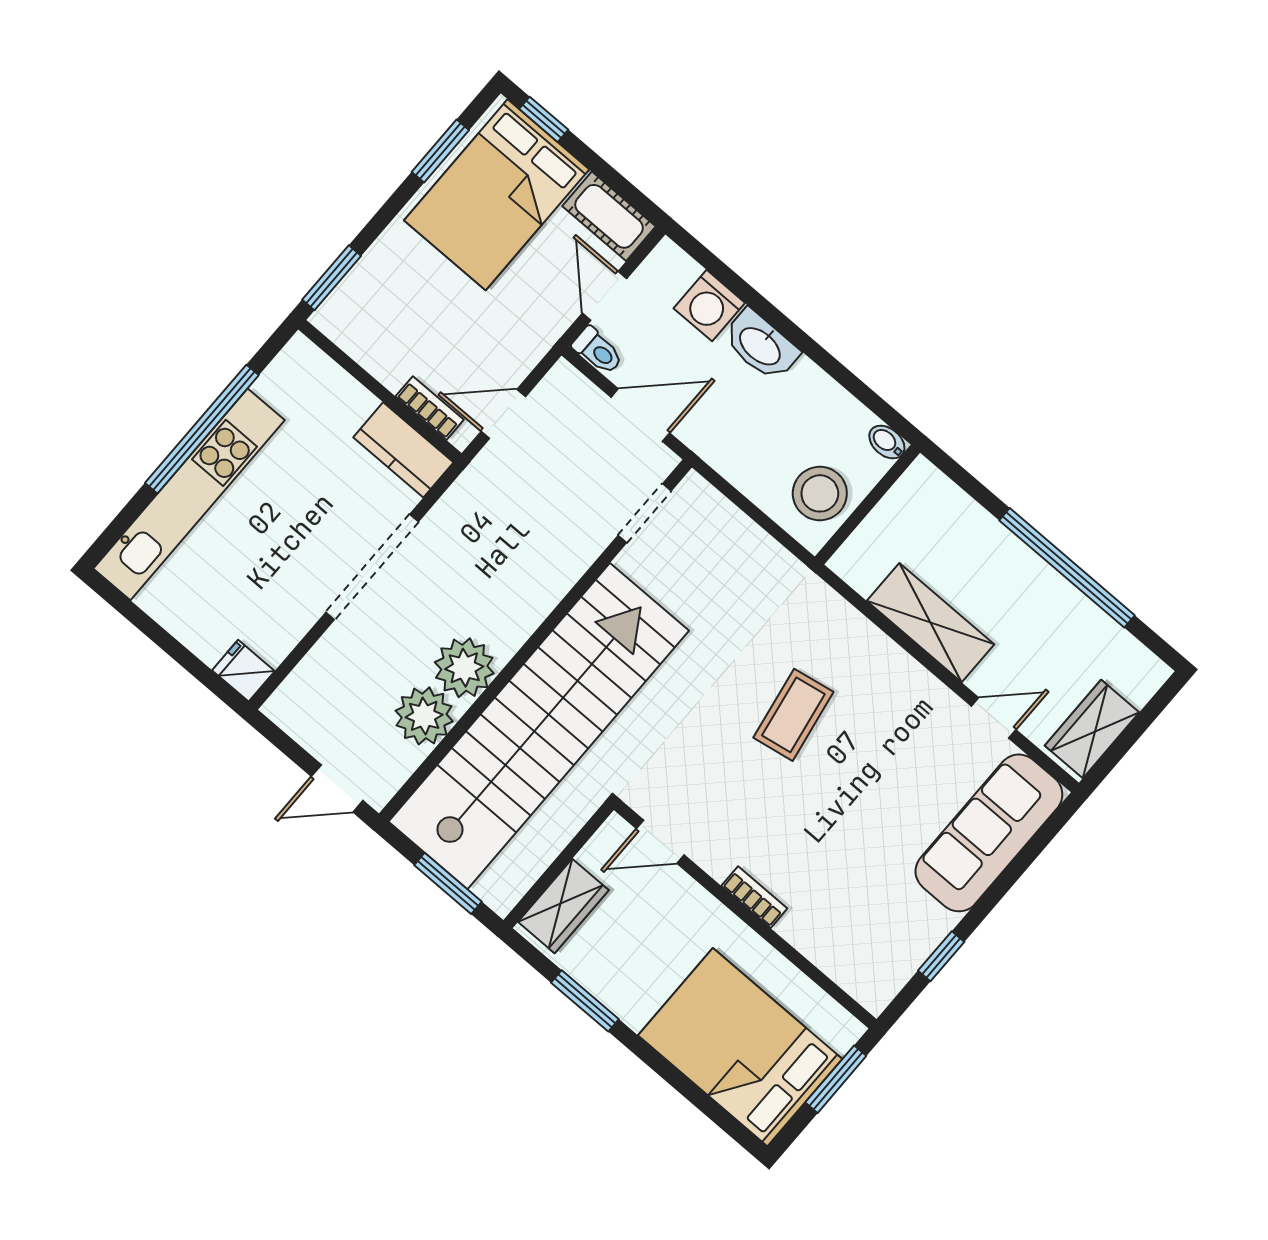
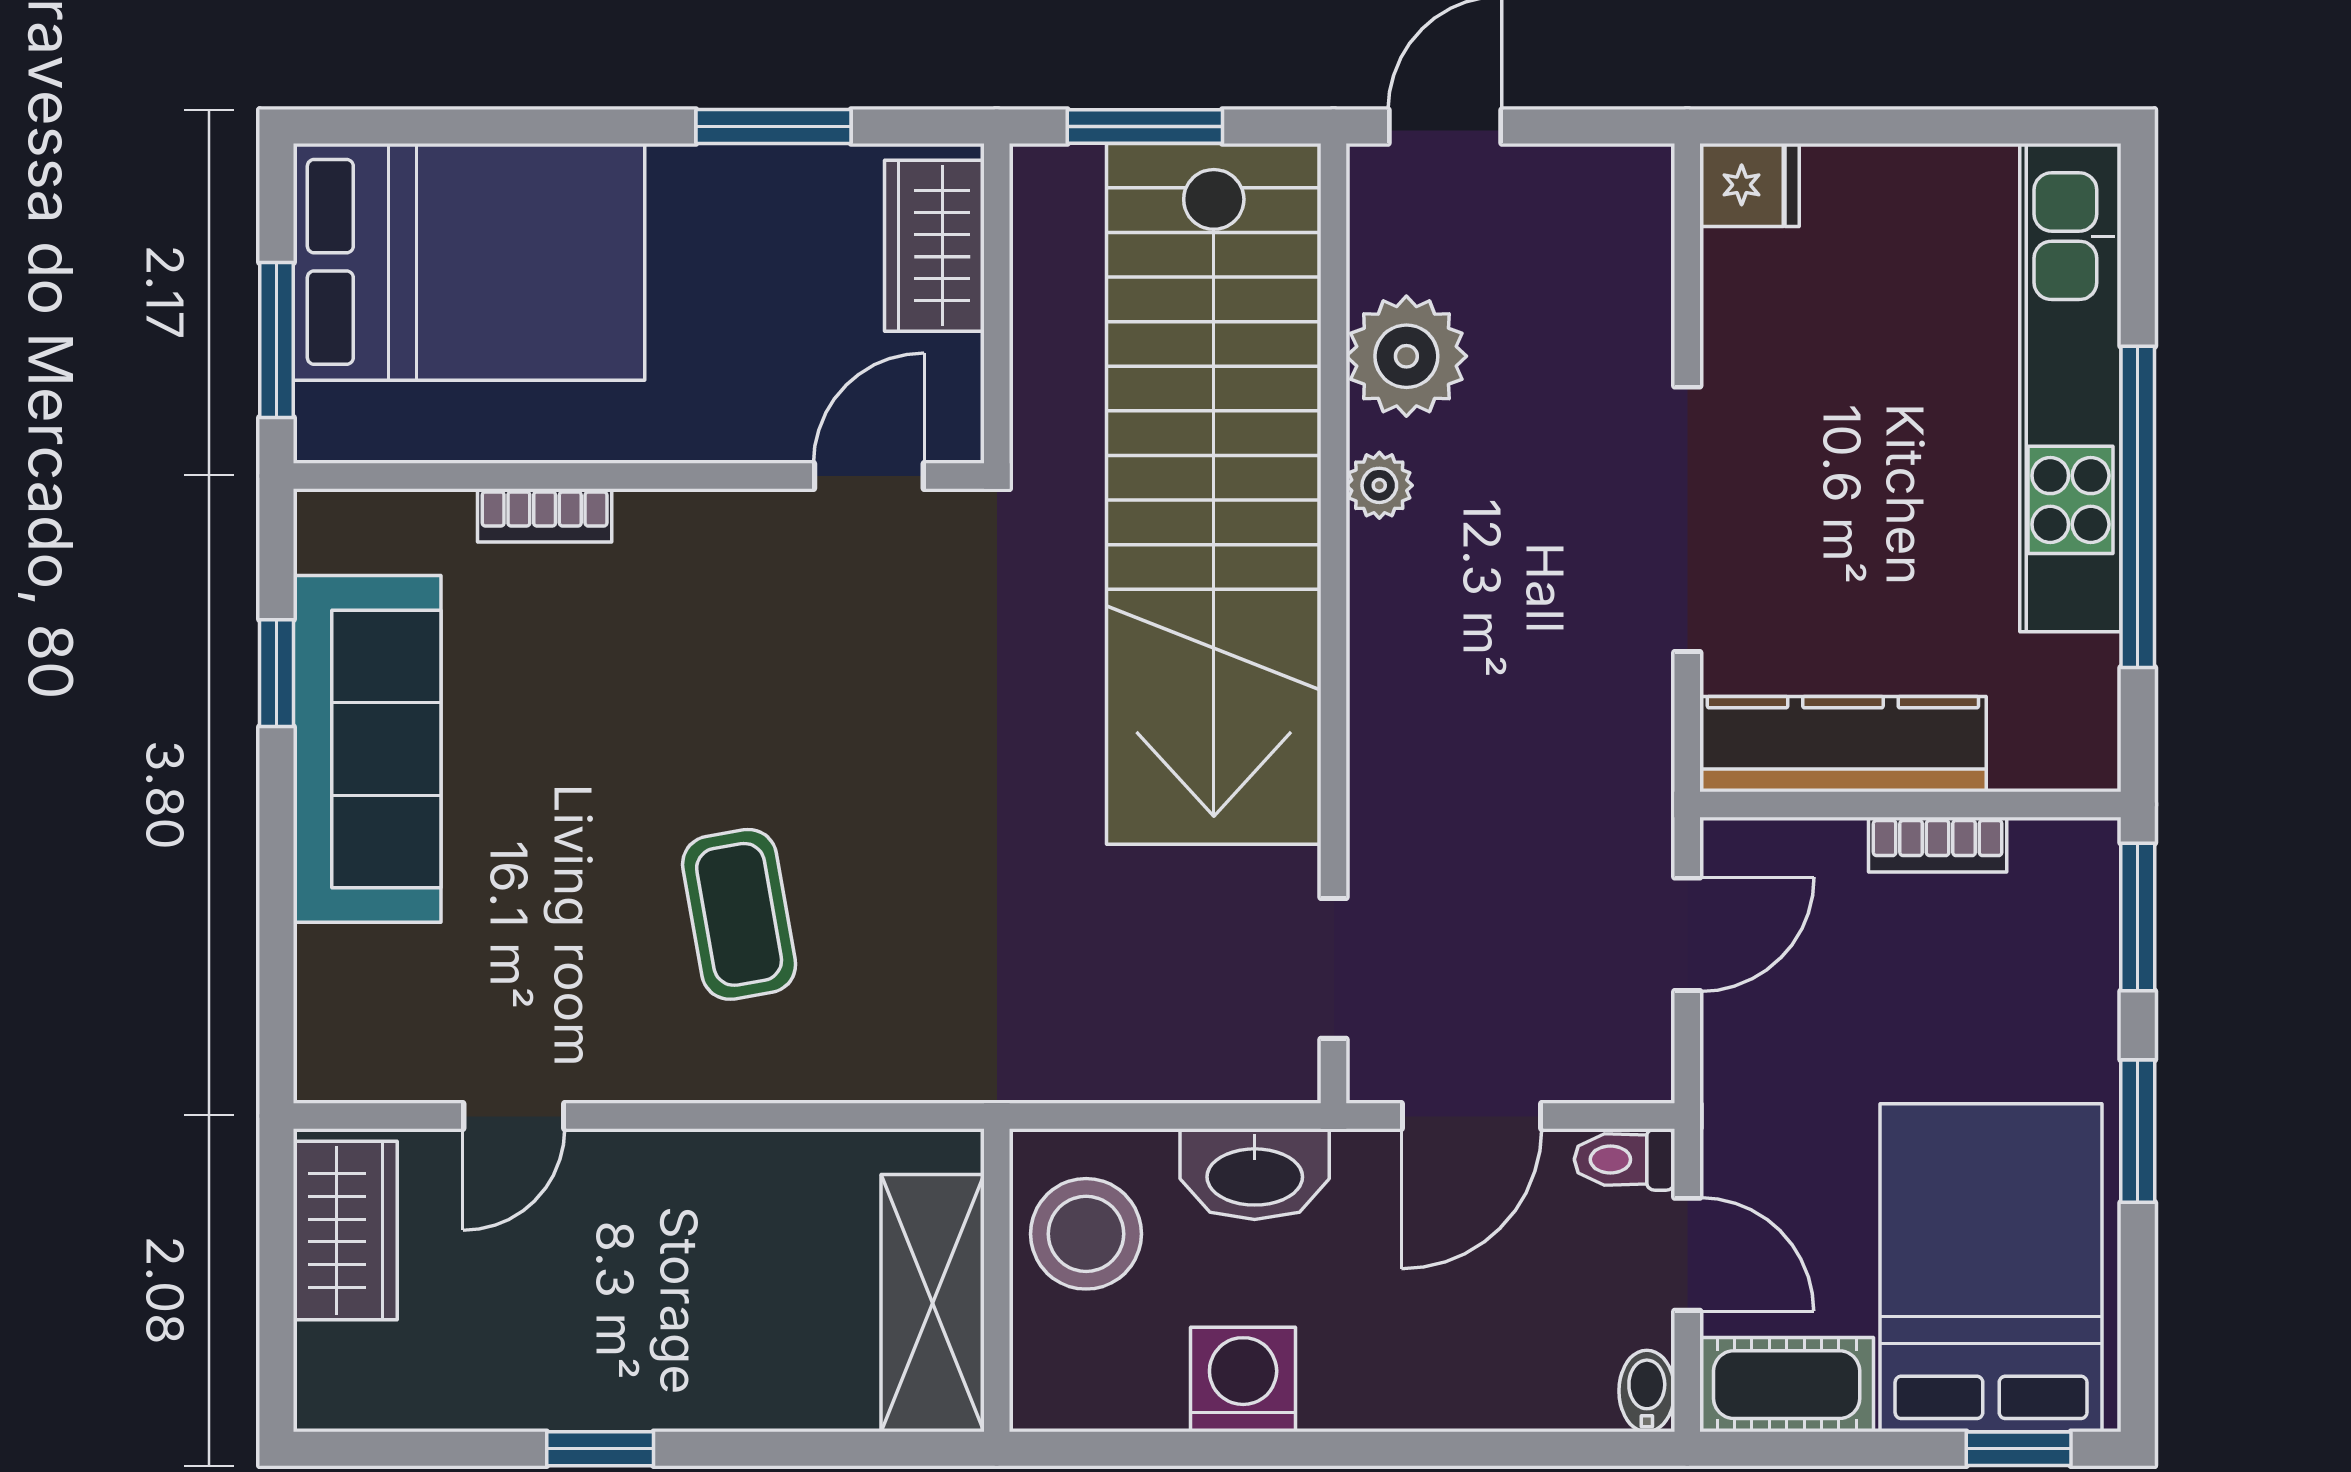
window: (440, 151) -> (2138, 1131), moved
washing machine: (709, 306) -> (1243, 1379), moved
washbasin: (761, 345) -> (1255, 1174), moved, turned 180
bookcase: (430, 408) -> (1938, 845), moved
bidet: (887, 442) -> (1647, 1391), moved, turned -90
kitchen counter: (403, 450) -> (1843, 744), width x1.50
window: (1067, 568) -> (600, 1449), width x0.32
shelving: (930, 623) -> (933, 1303), moved, turned 90
plant: (464, 668) -> (1379, 485), width x0.53, depth x0.53
coffee table: (793, 715) -> (739, 914), moved
sofa: (989, 833) -> (367, 749), moved
bookcase: (754, 897) -> (545, 515), moved

